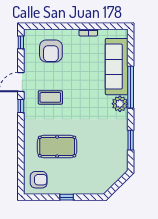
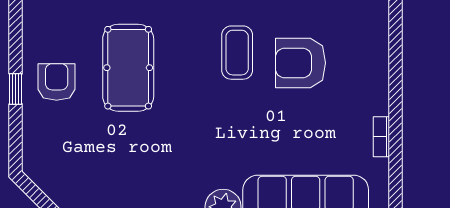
armchair: (51, 51) -> (300, 63), moved
armchair: (39, 180) -> (57, 82), moved, turned 180

